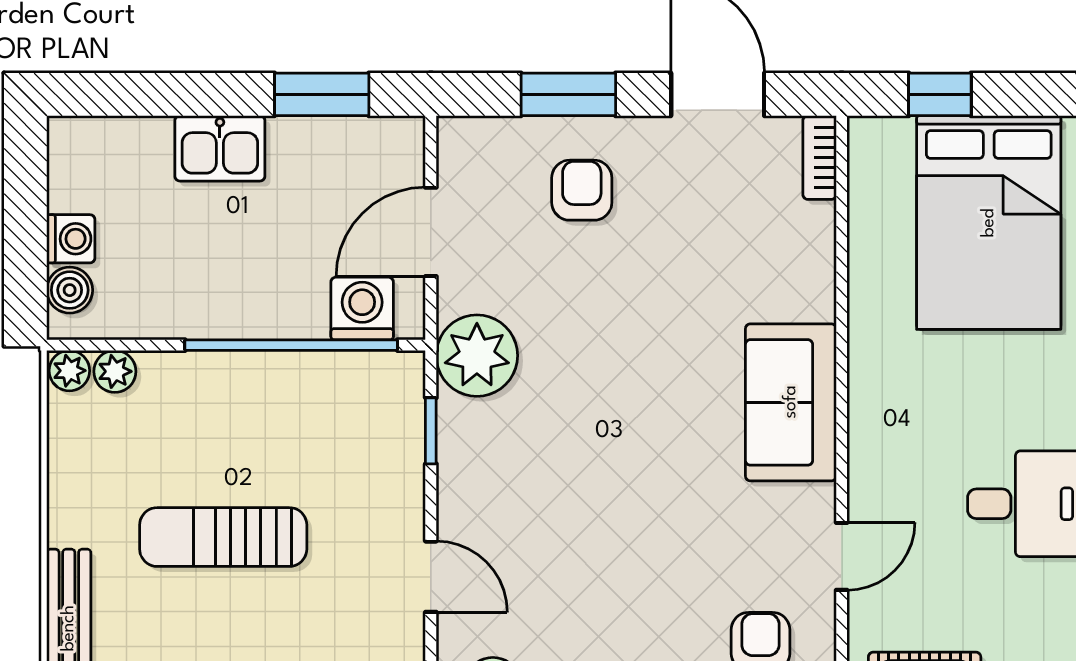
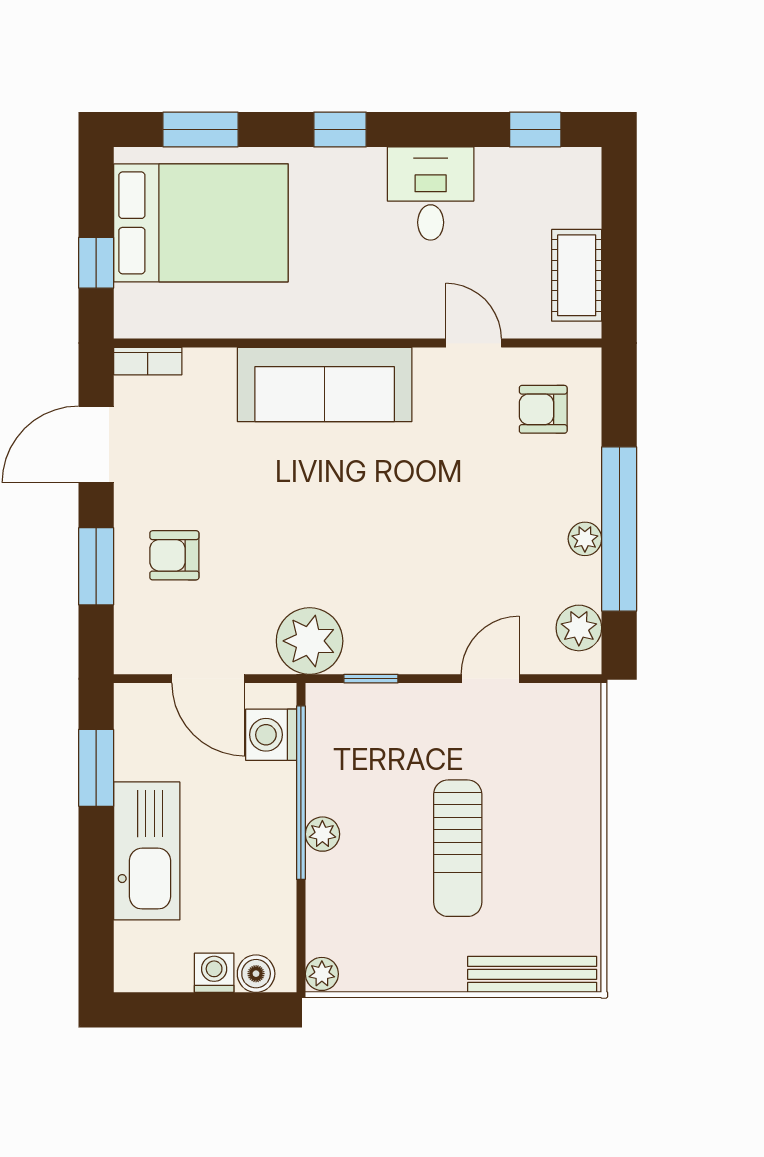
kitchen sink: (220, 148) -> (147, 851), width x1.88, depth x1.24
plant: (115, 371) -> (322, 834), moved
sofa: (791, 402) -> (325, 385), width x1.36

